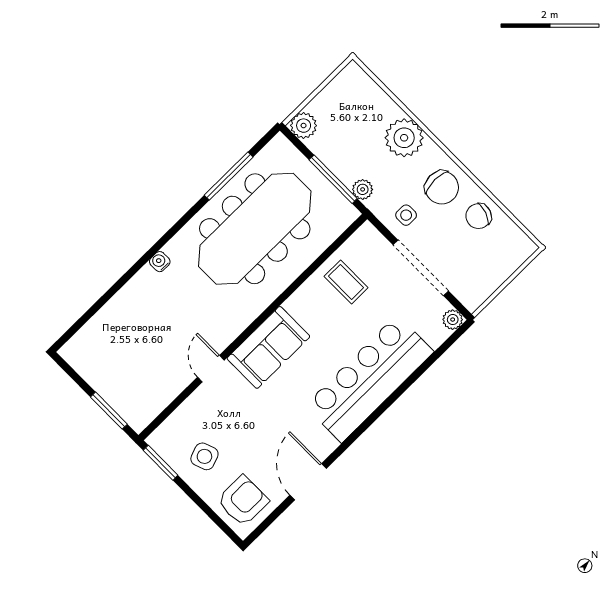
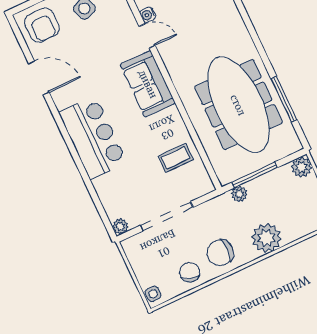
side table: (406, 215) -> (153, 294), moved
water cooler: (160, 262) -> (148, 15), moved, turned 180
bar counter: (369, 379) -> (93, 137), width x0.73

